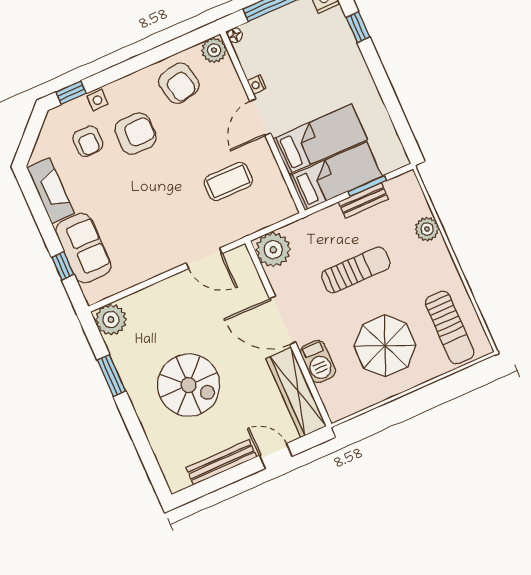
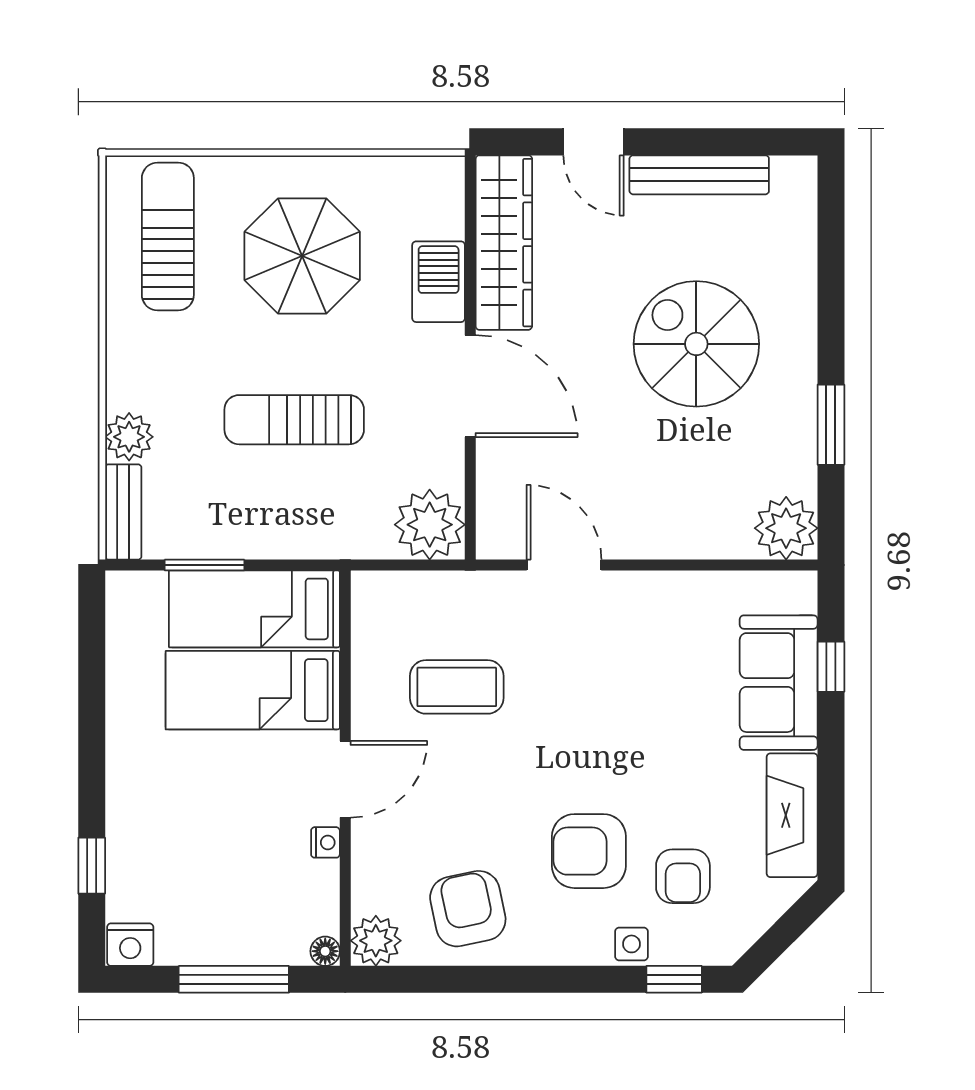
armchair: (88, 141) -> (683, 876), turned 180
bench: (363, 200) -> (123, 512), moved, turned 90

